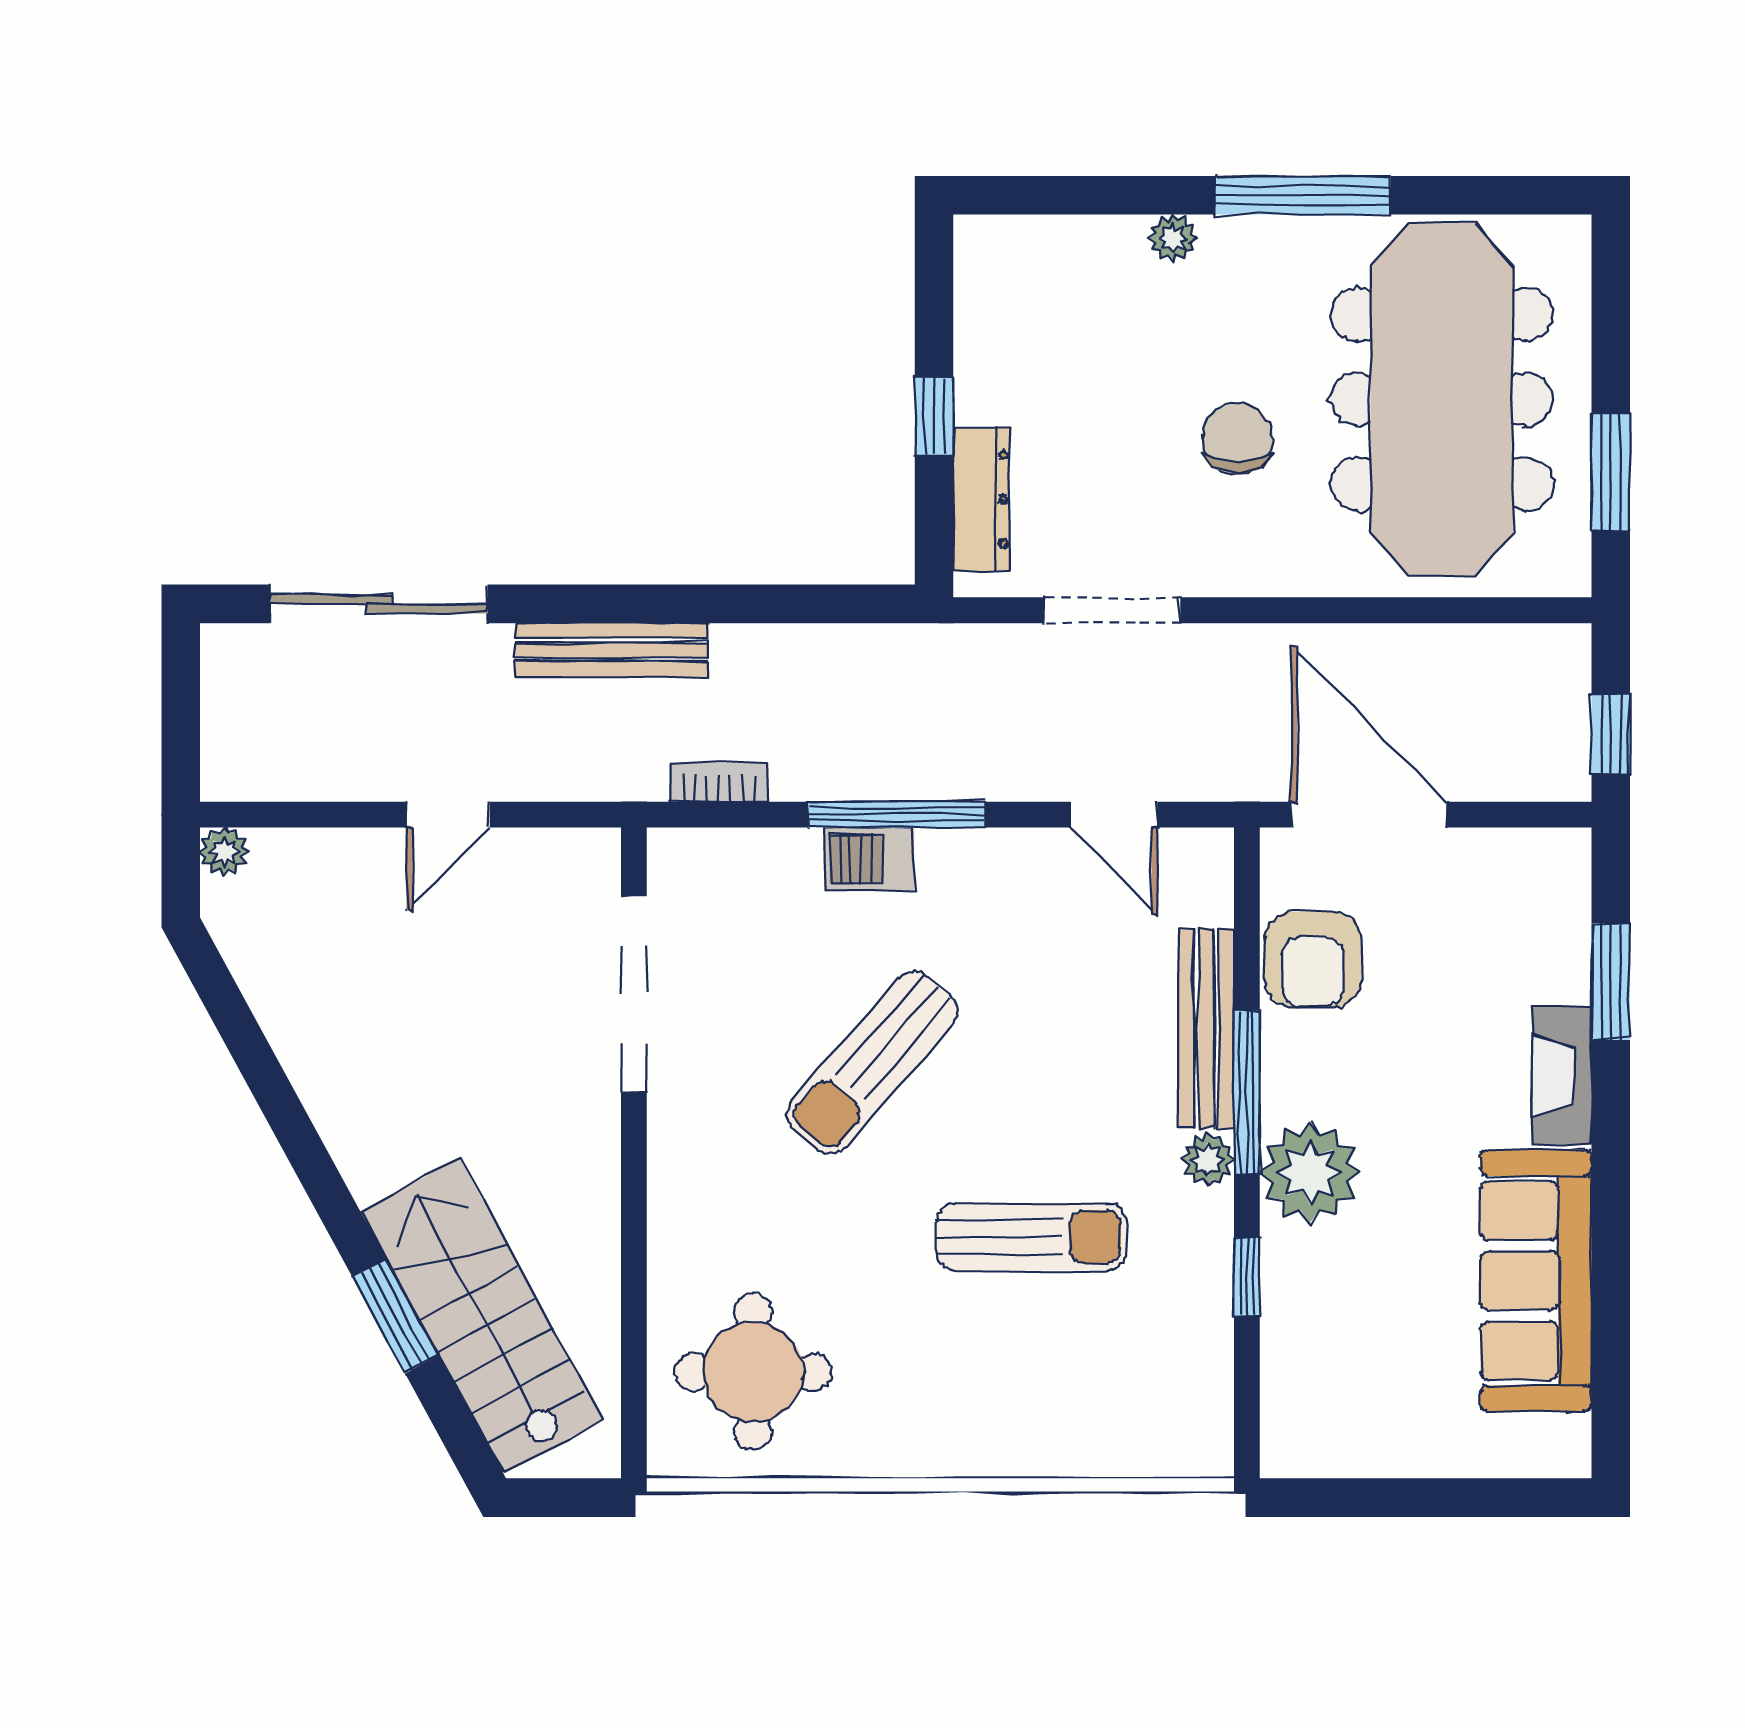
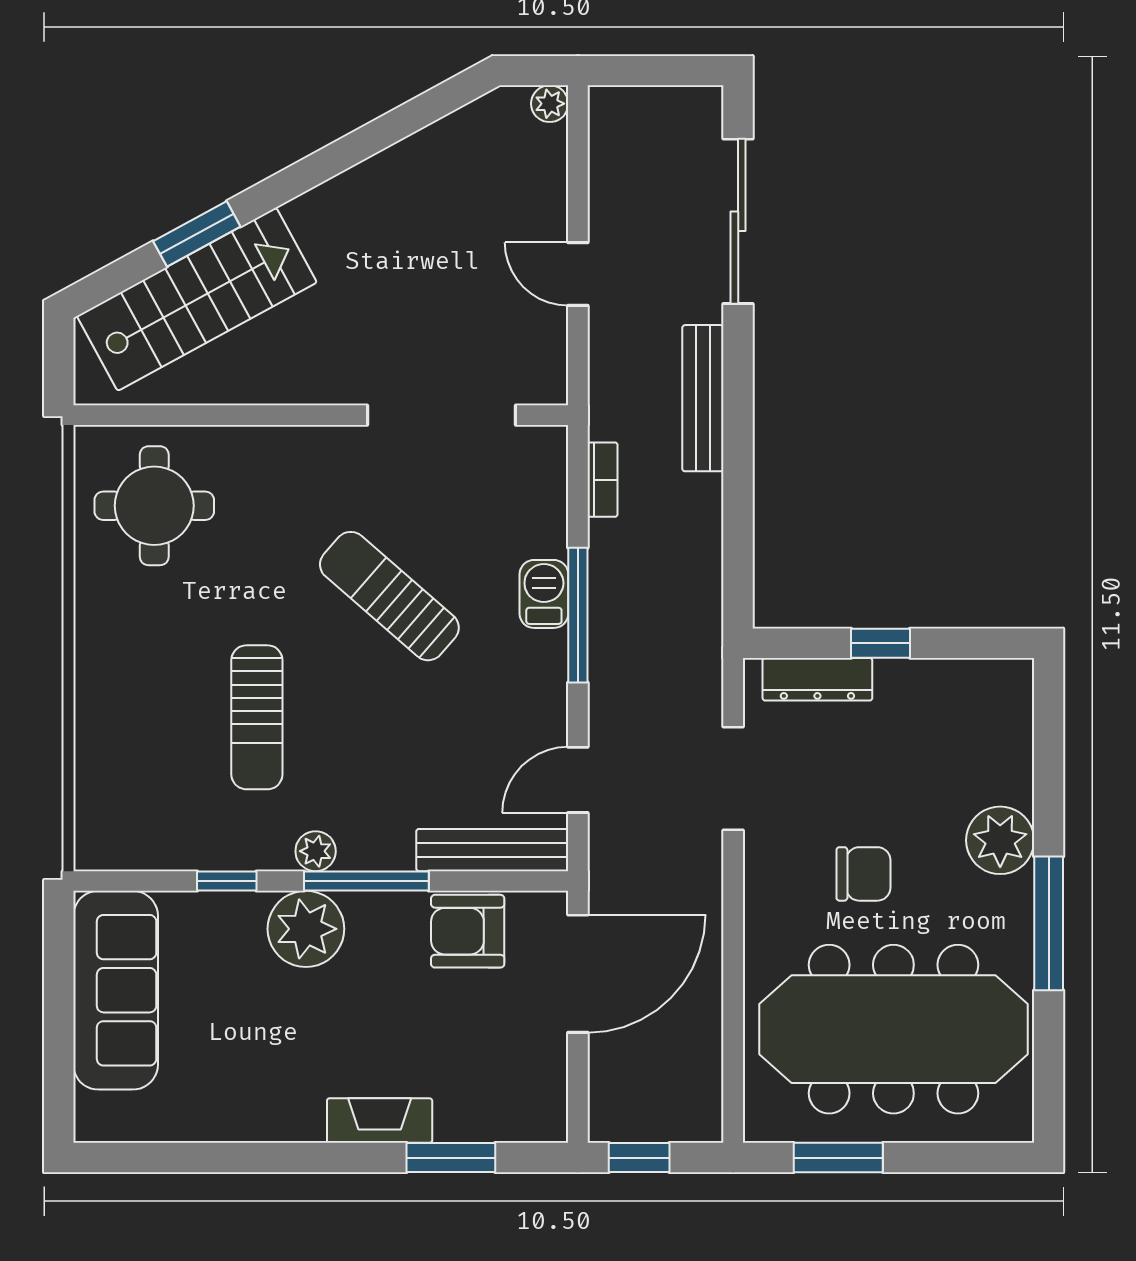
plant: (1172, 238) -> (1000, 840), width x1.88, depth x1.88
bench: (1206, 1028) -> (492, 850), moved
sofa: (1536, 1281) -> (116, 990), moved, turned 90

